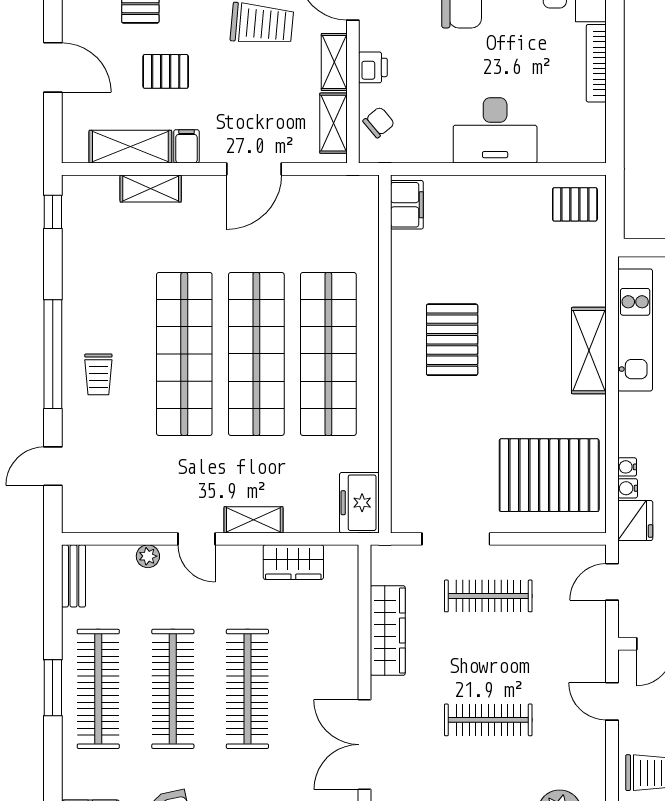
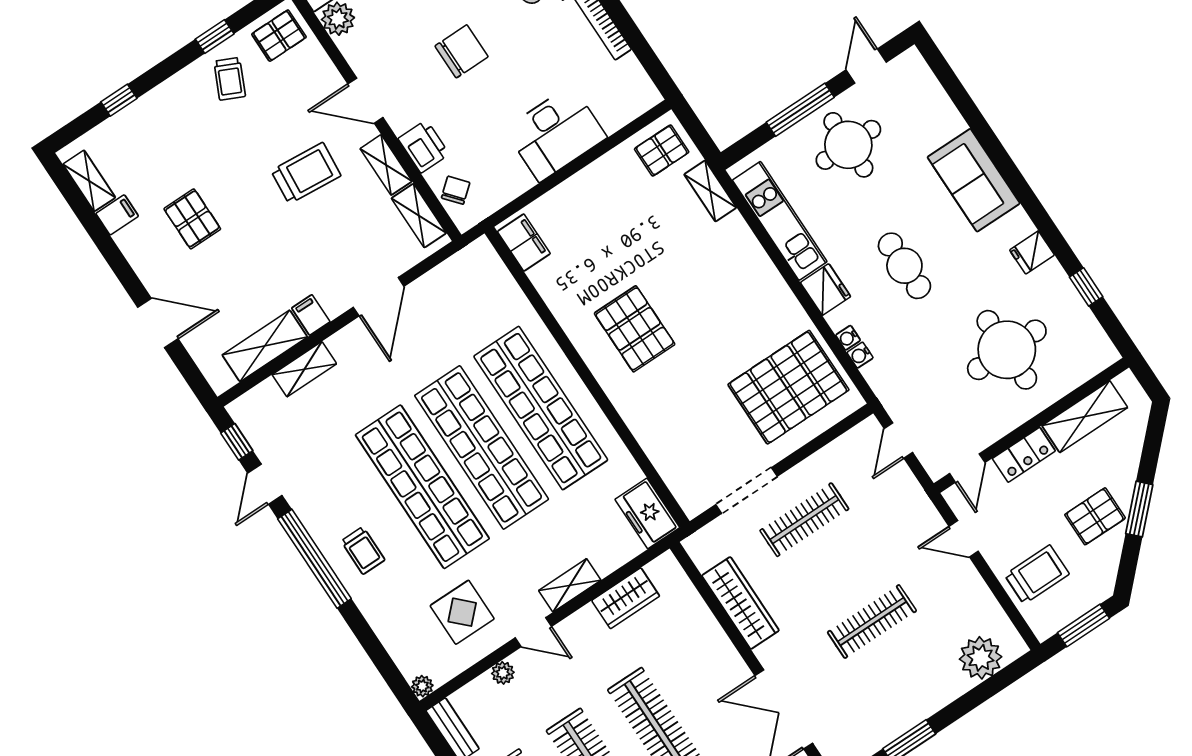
printer: (373, 67) -> (424, 146), width x1.36, depth x1.24
pallet: (166, 71) -> (253, 265), removed
shelving: (589, 351) -> (710, 191), moved, width x0.67, depth x0.75
door: (53, 466) -> (265, 484), moved
display table: (148, 482) -> (462, 612), added
fridge: (635, 521) -> (826, 290), moved
plant: (72, 522) -> (422, 686), added

